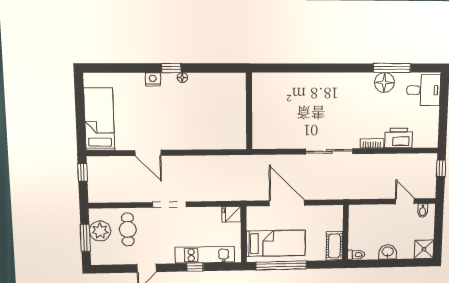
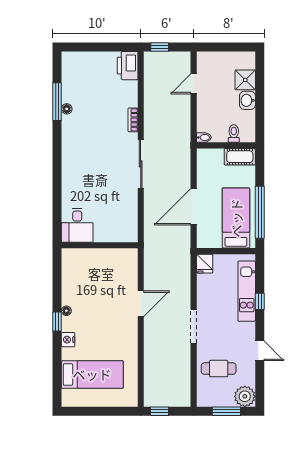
floor lamp: (384, 82) -> (67, 109), width x0.53, depth x0.53
desk: (424, 90) -> (77, 225), moved, turned 180
bed: (99, 119) -> (92, 374), moved, turned 180
printer: (399, 138) -> (128, 66), moved
door: (148, 153) -> (141, 304), moved
bidet: (423, 211) -> (204, 137), moved
plant: (100, 231) -> (245, 396), moved
shower: (424, 249) -> (245, 80), moved
toilet: (356, 255) -> (234, 134), moved

